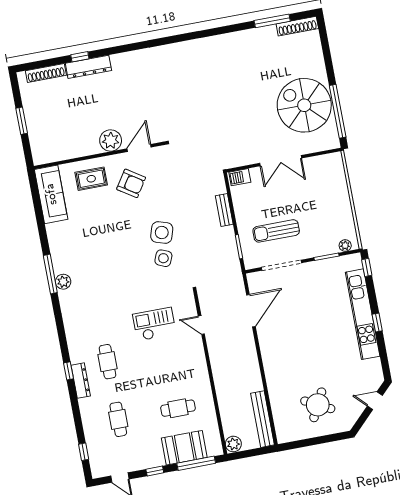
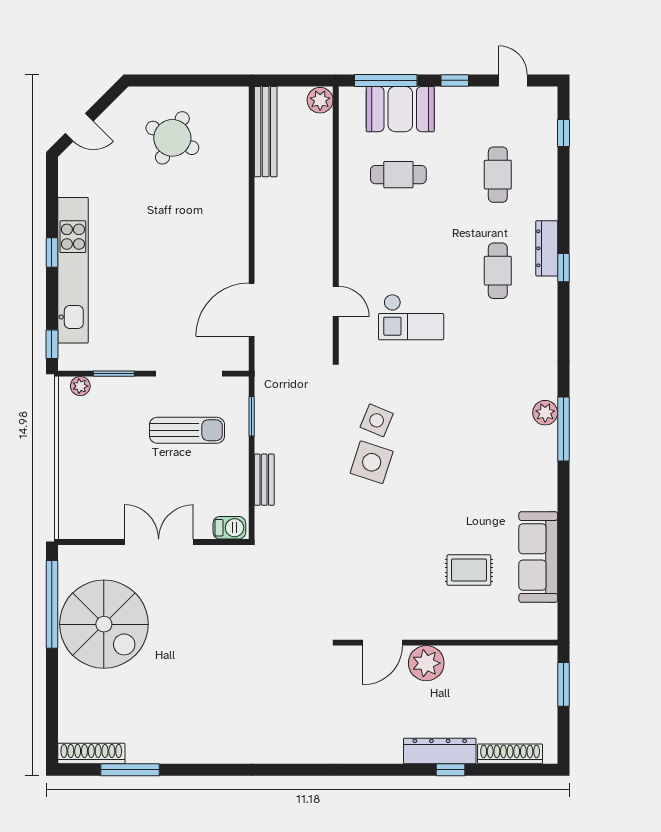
plant: (111, 141) -> (426, 663), moved
door: (139, 148) -> (383, 643), moved
wall: (100, 155) -> (448, 643), moved
armchair: (131, 183) -> (406, 551), removed

